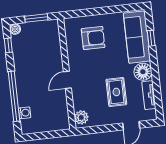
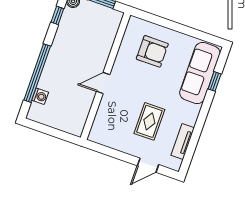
floor lamp: (143, 72) -> (188, 113), removed
plant: (81, 117) -> (99, 131), removed

